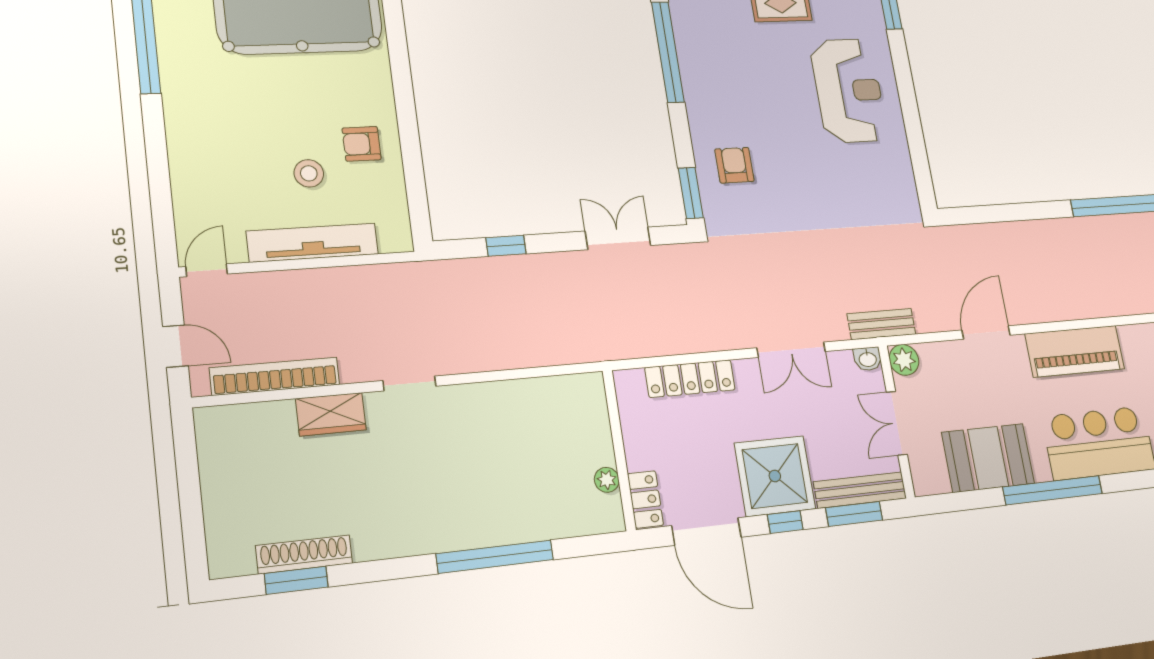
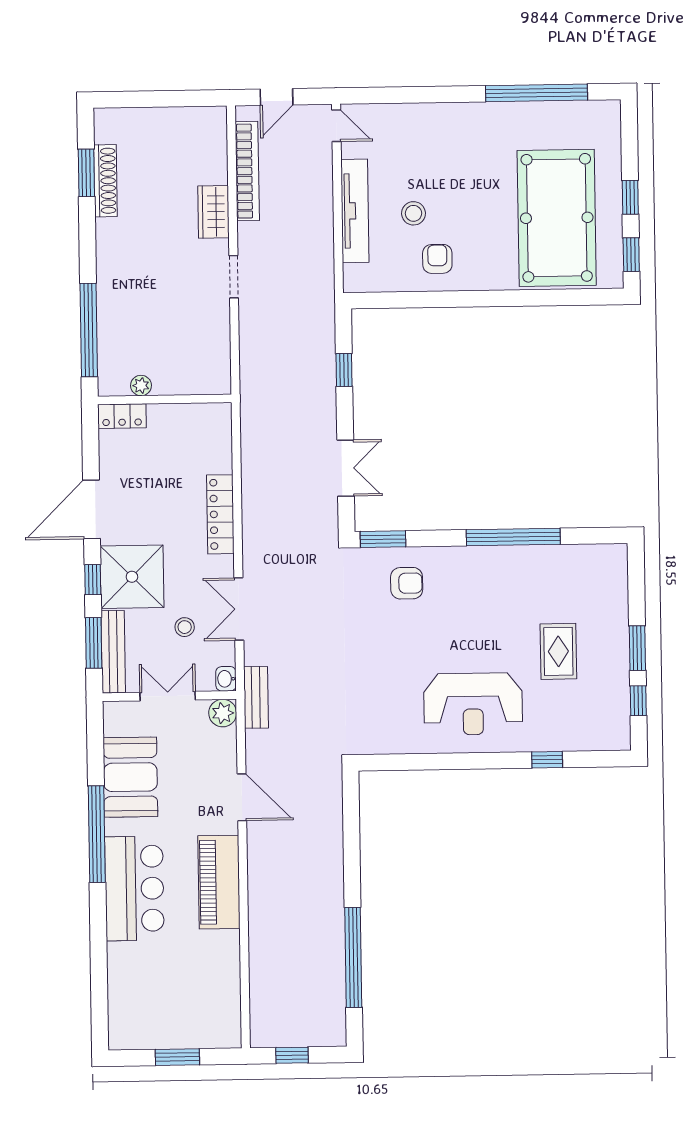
stool: (820, 410) -> (185, 627), added
wall: (619, 450) -> (165, 399), moved
plant: (607, 480) -> (141, 386), moved
locker: (645, 499) -> (122, 416), moved

